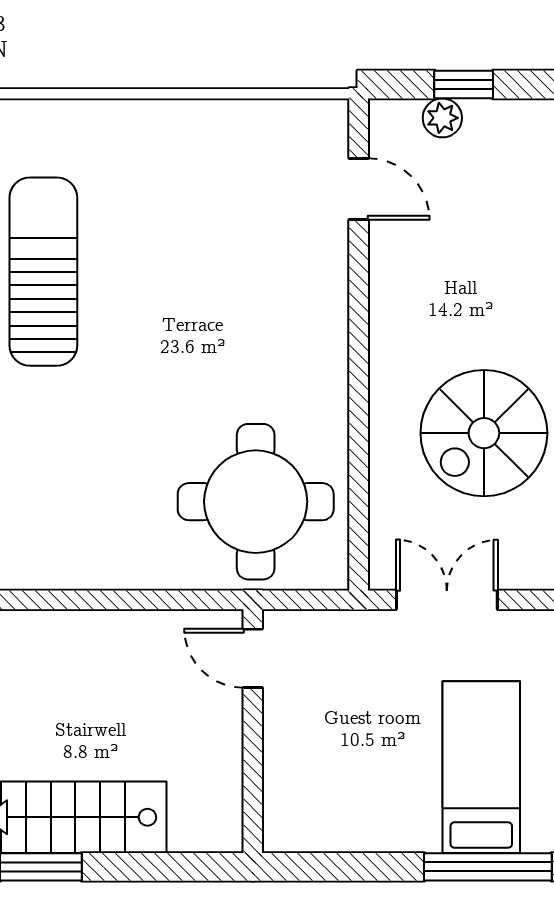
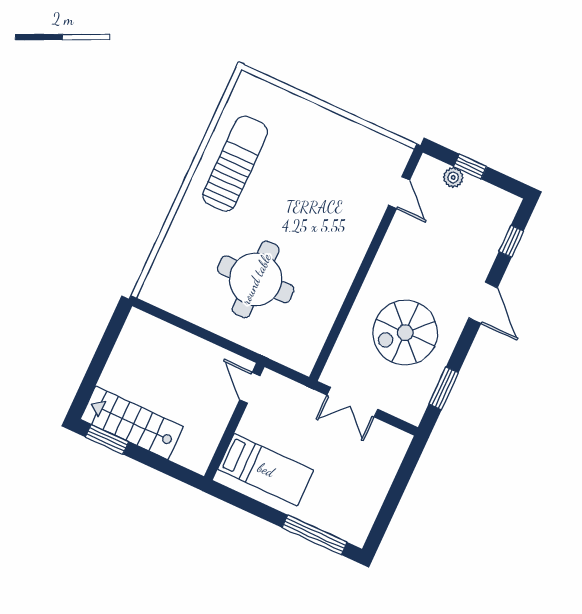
round table: (256, 502) -> (256, 279), moved
double door: (447, 600) -> (352, 402), swing flipped
bed: (481, 767) -> (266, 470), moved, turned 90

